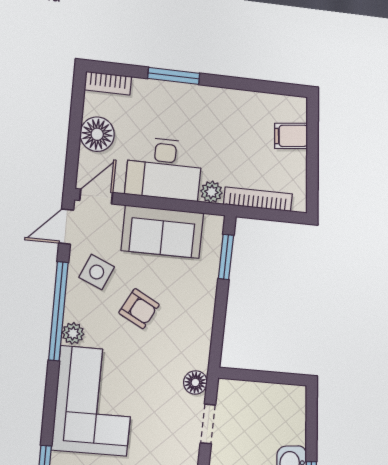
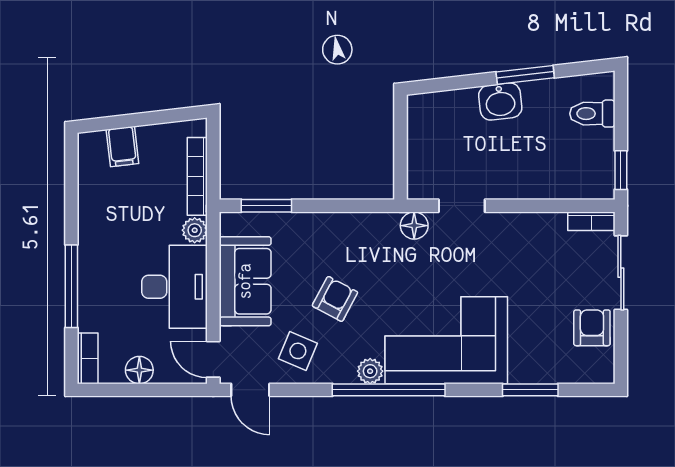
window: (174, 76) -> (71, 286), width x1.44
floor lamp: (97, 134) -> (139, 370), width x0.73, depth x0.73
window: (58, 312) -> (389, 390), moved

